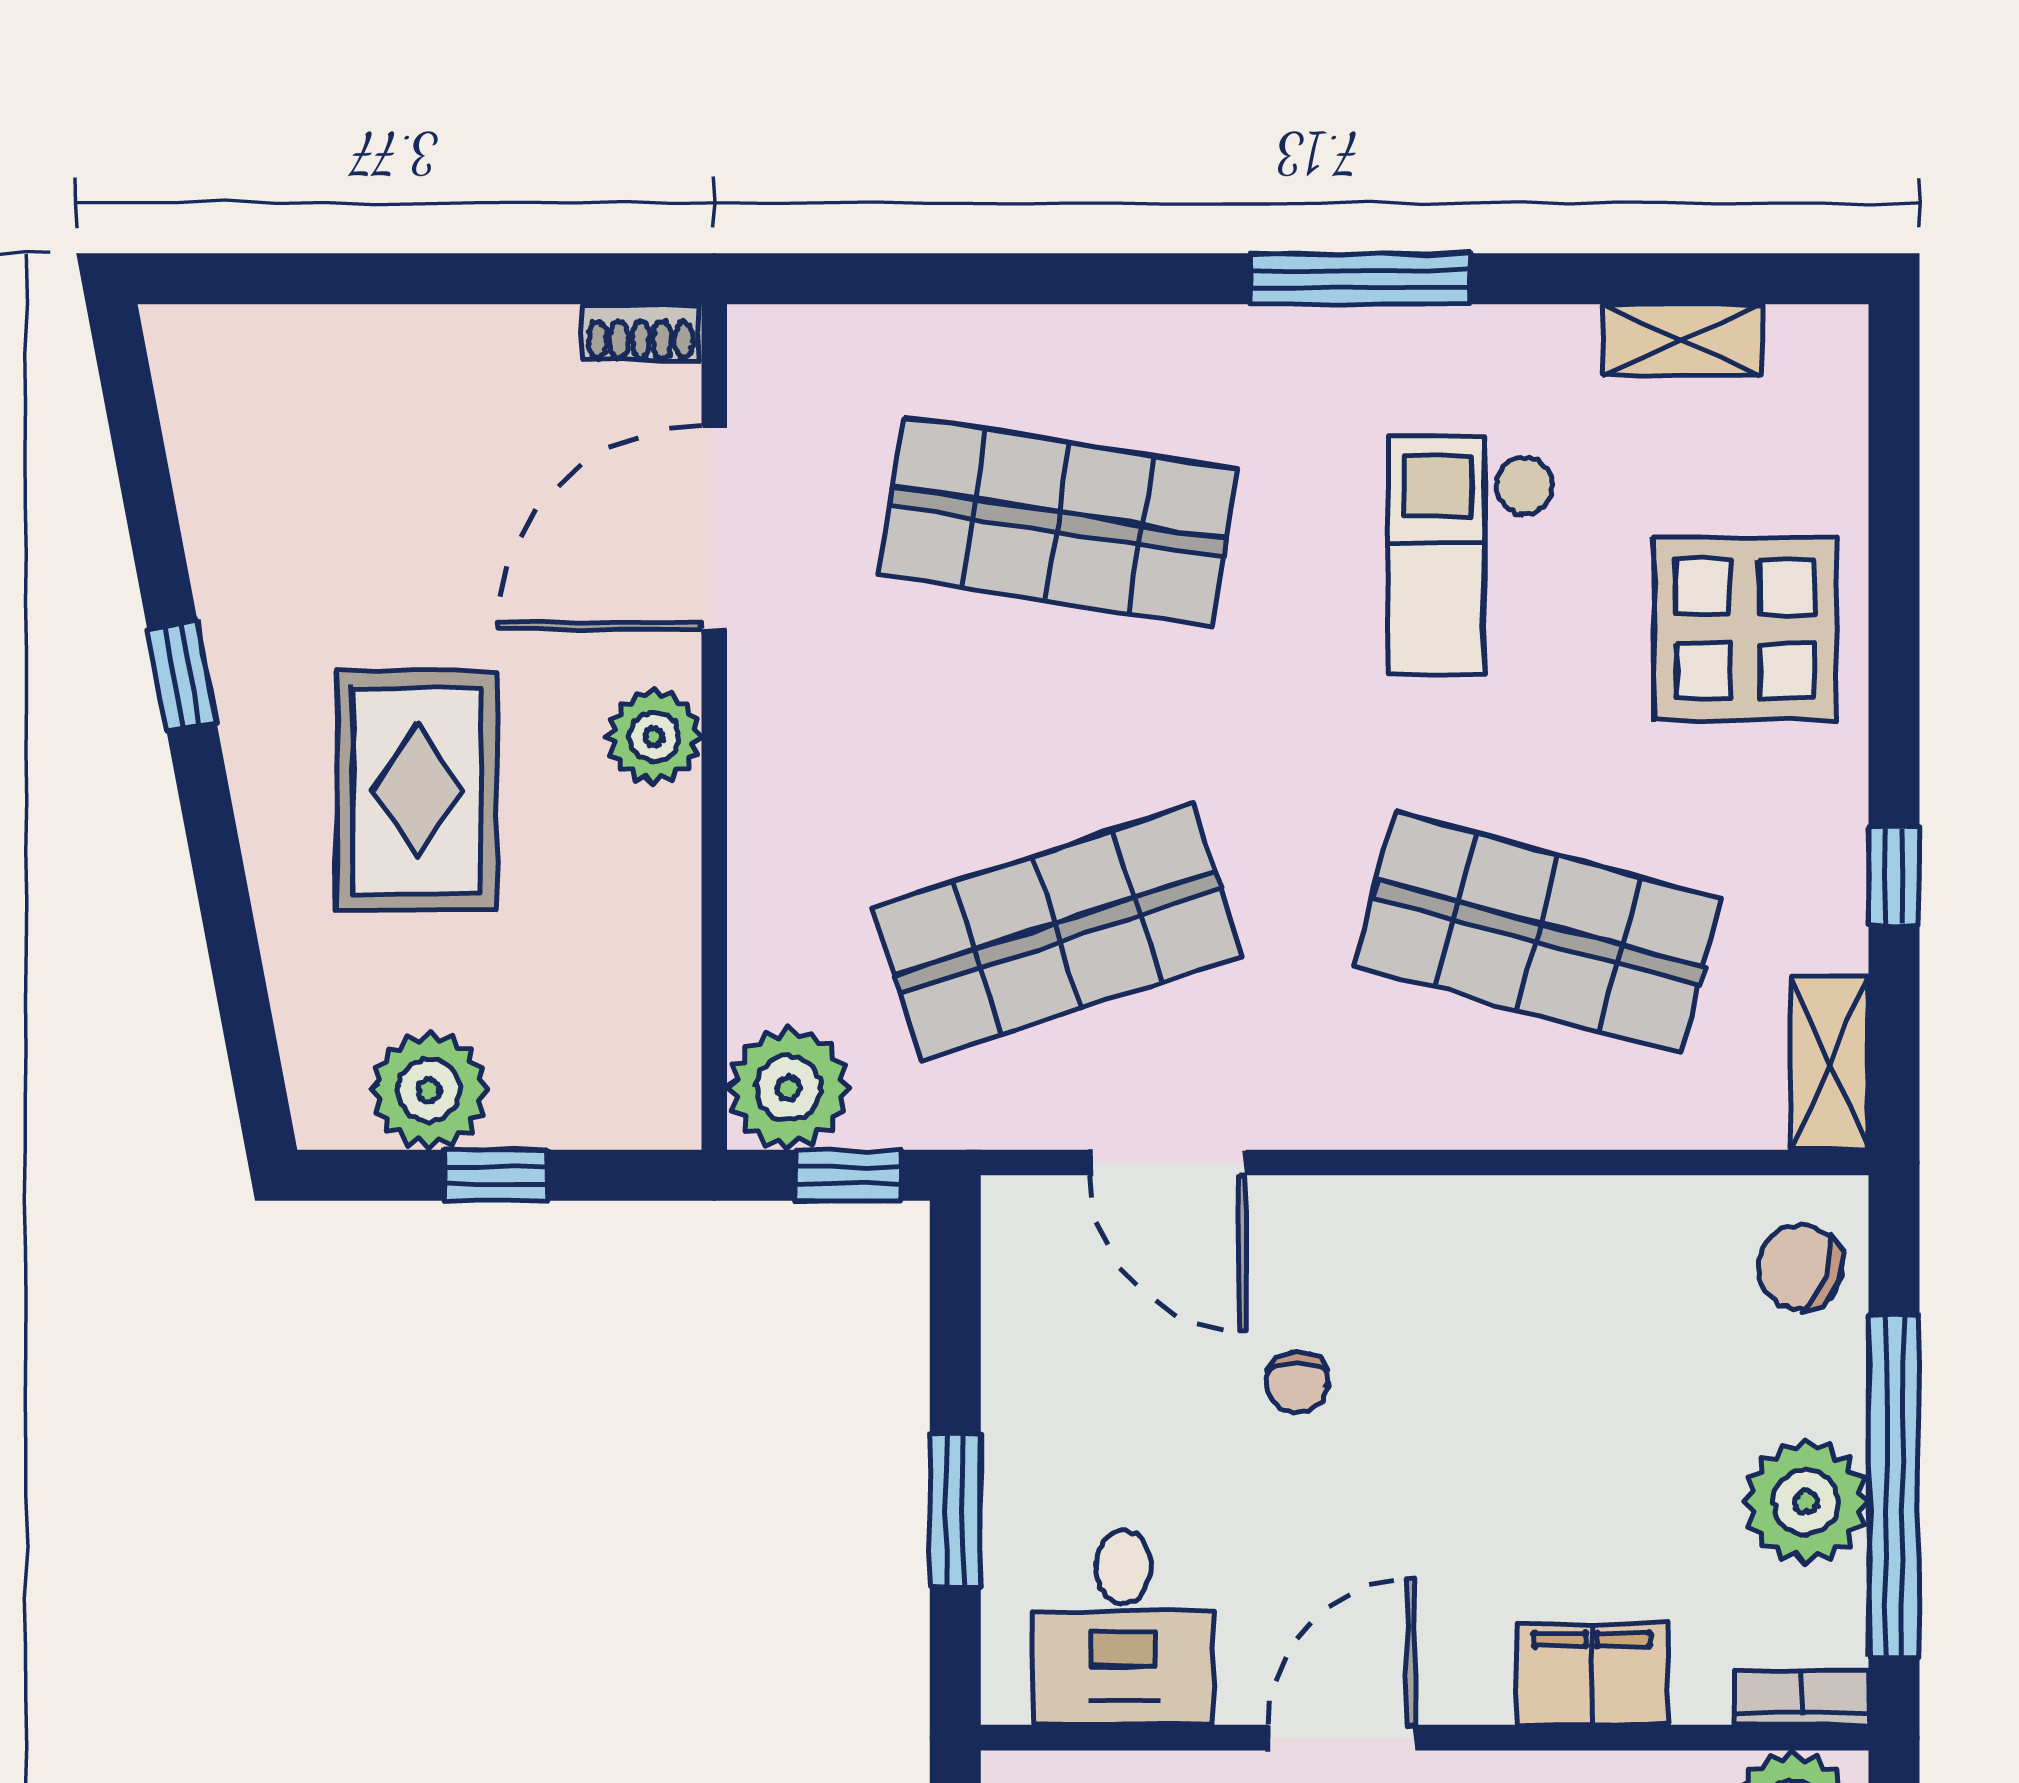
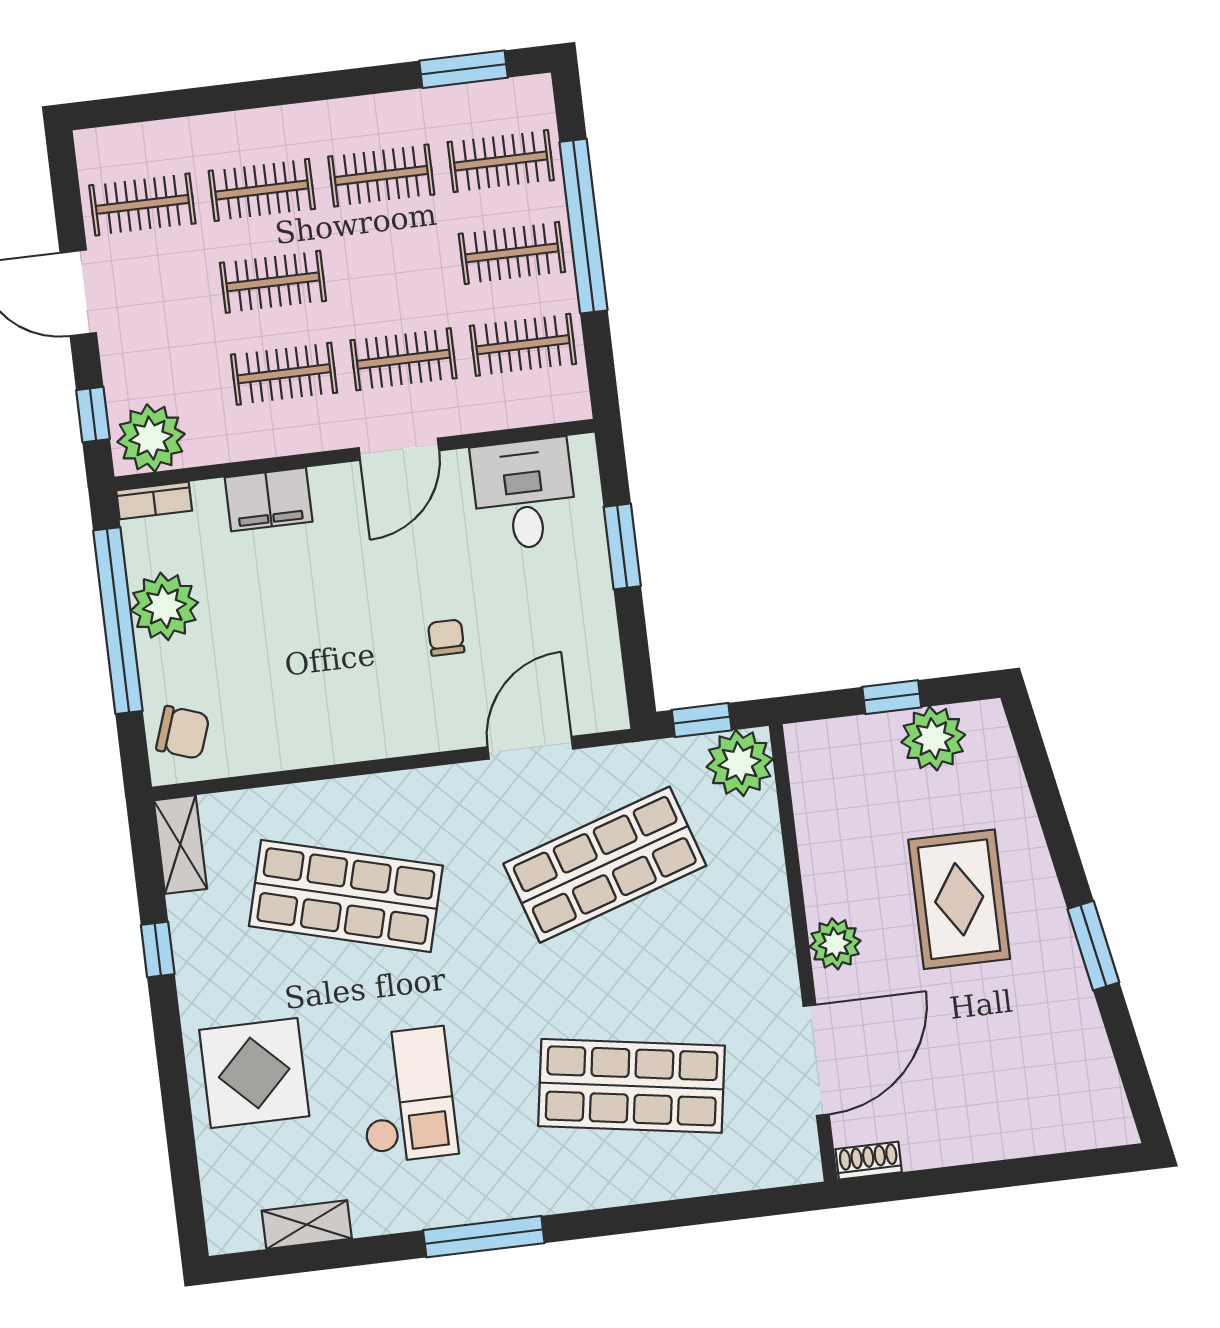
window: (182, 676) -> (1093, 946), width x1.50
door: (1168, 1163) -> (530, 748), hinge flipped

